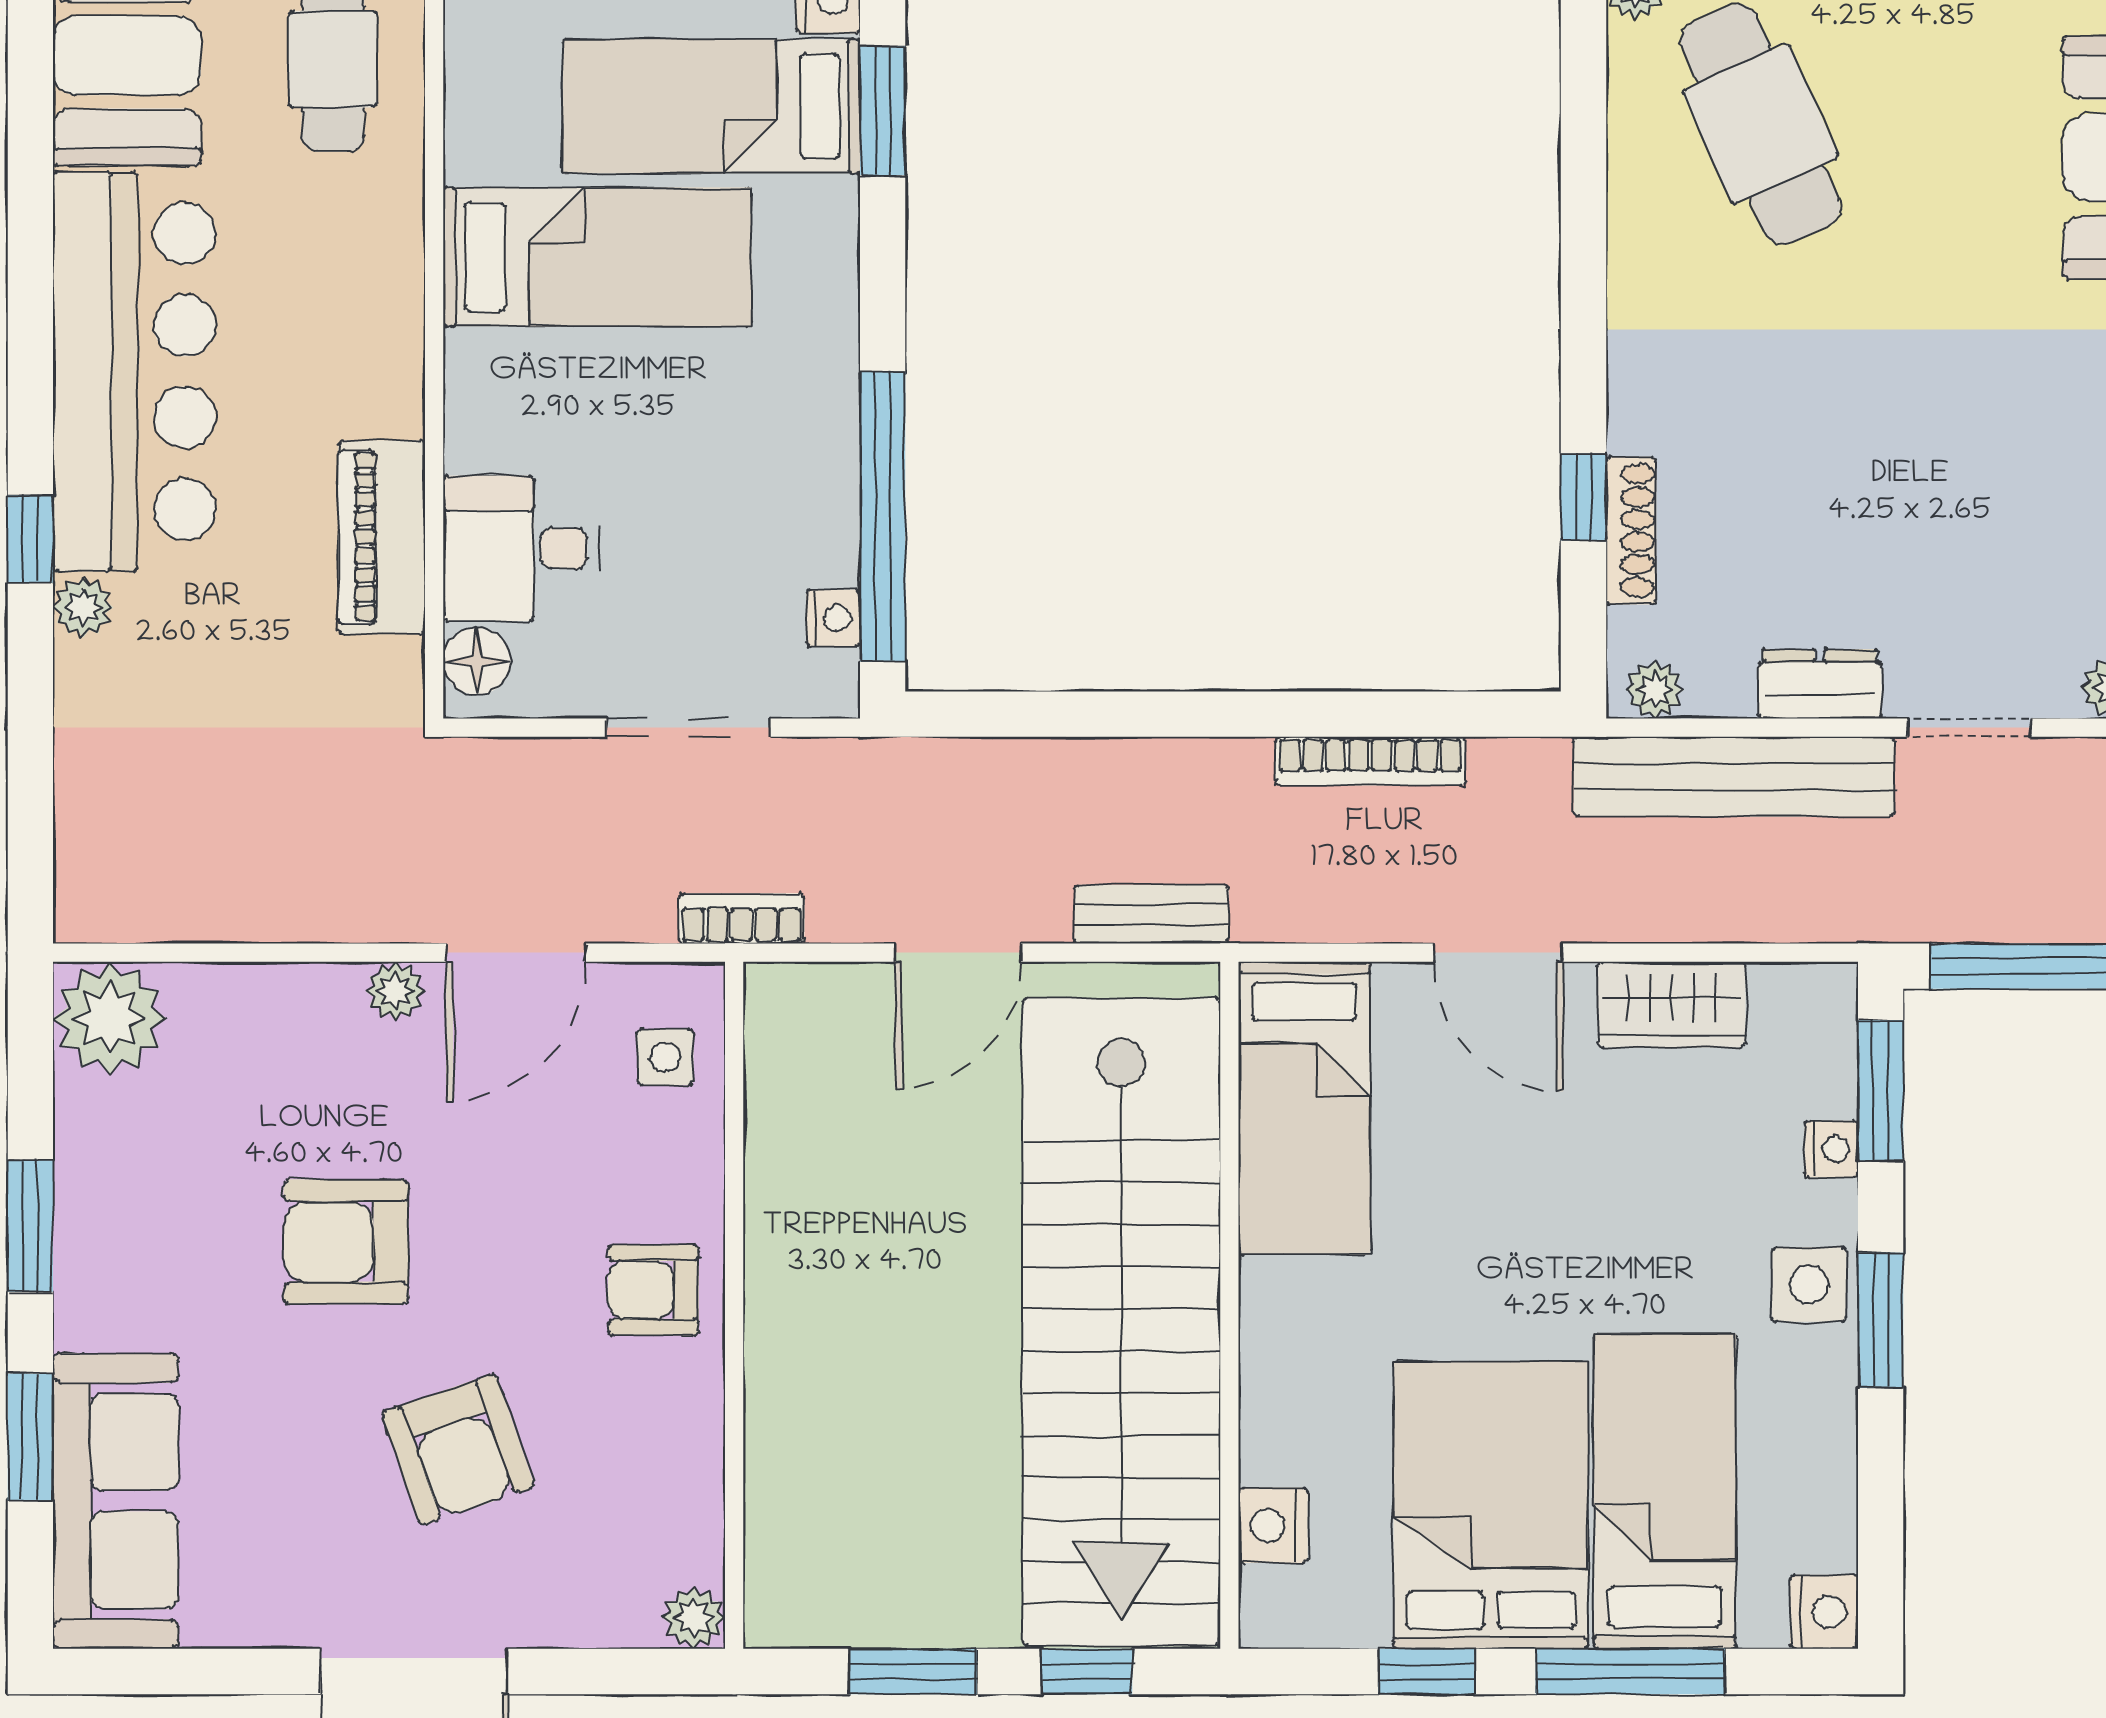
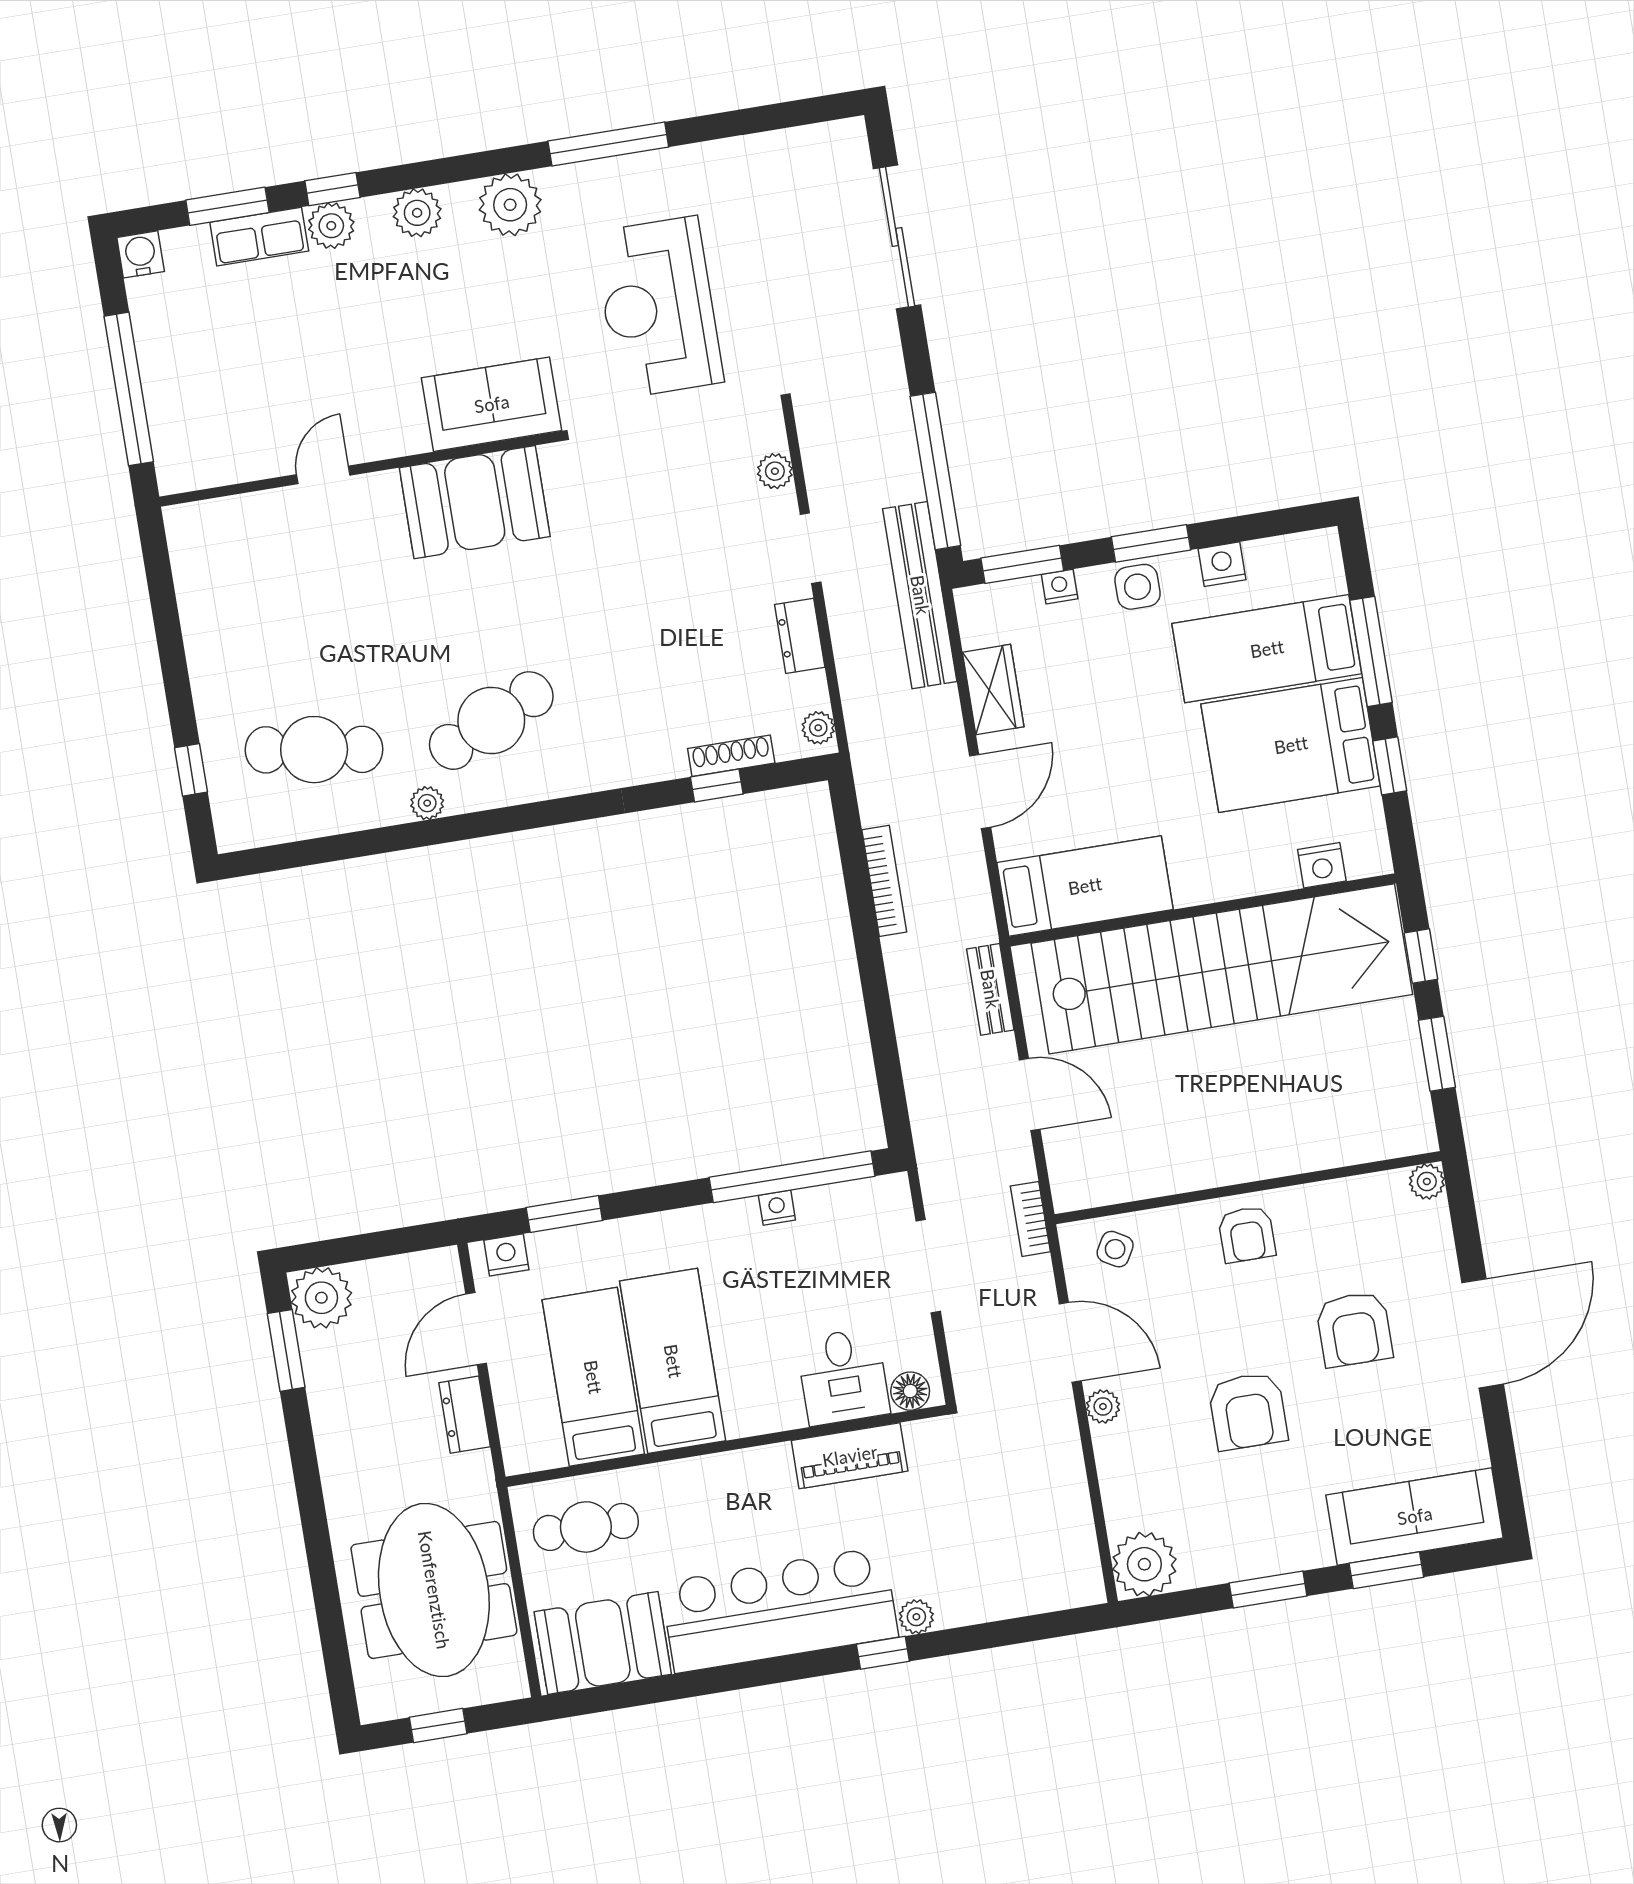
bed: (711, 106) -> (593, 1377), moved, turned 180
nightstand: (833, 618) -> (777, 1208), moved
bench: (1734, 777) -> (920, 595), moved
side table: (665, 1057) -> (1115, 1249), turned 30
armchair: (458, 1450) -> (1354, 1329), turned 109
nightstand: (1824, 1612) -> (1222, 564), moved

